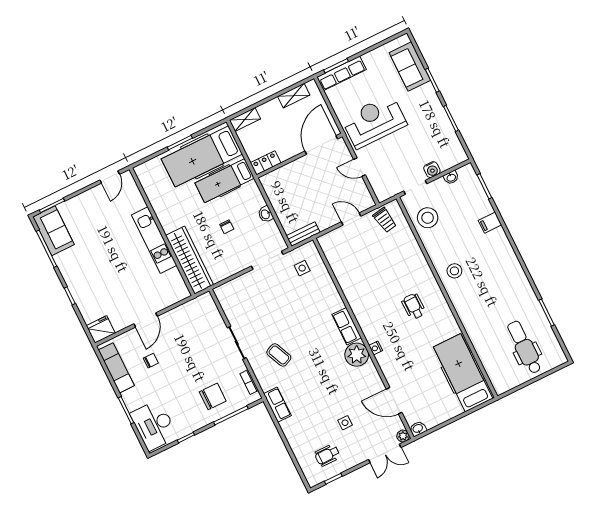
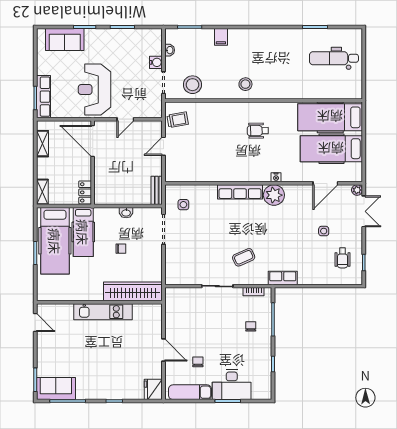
row of seats: (347, 326) -> (240, 192), width x1.48
hospital bed: (432, 390) -> (331, 149), added
chair: (213, 396) -> (251, 326), width x0.54, depth x0.54
desk: (154, 425) -> (232, 385), moved
washbasin: (418, 429) -> (357, 175), removed

